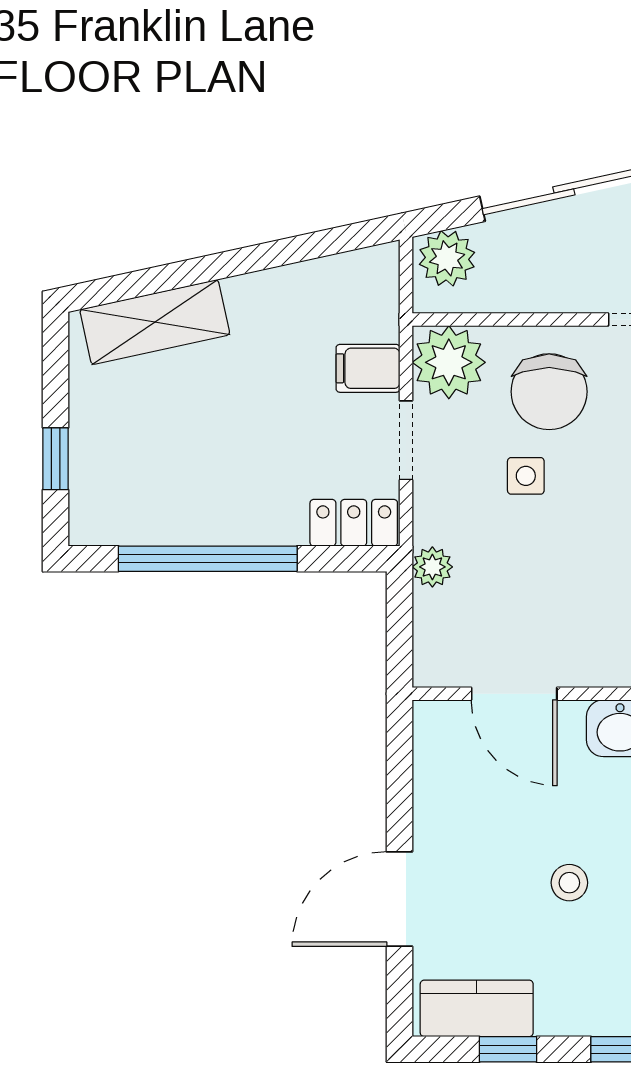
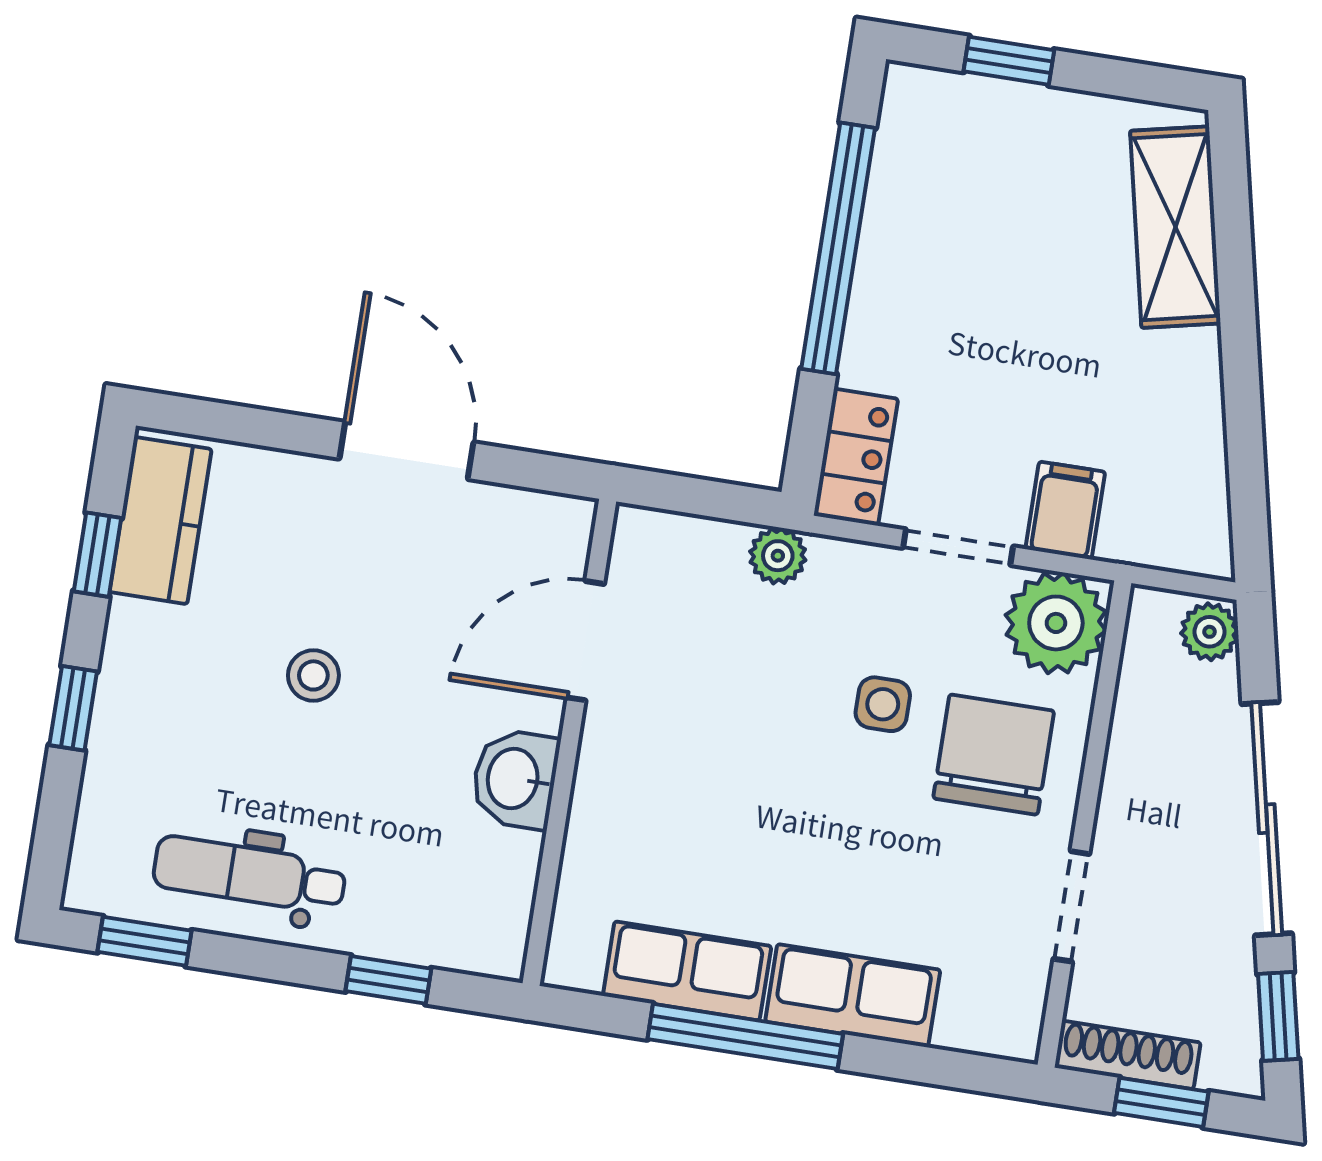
plant: (447, 258) -> (1210, 632), width x0.73, depth x0.73
chair: (549, 392) -> (994, 755), turned 90
door: (399, 899) -> (406, 450), moved

